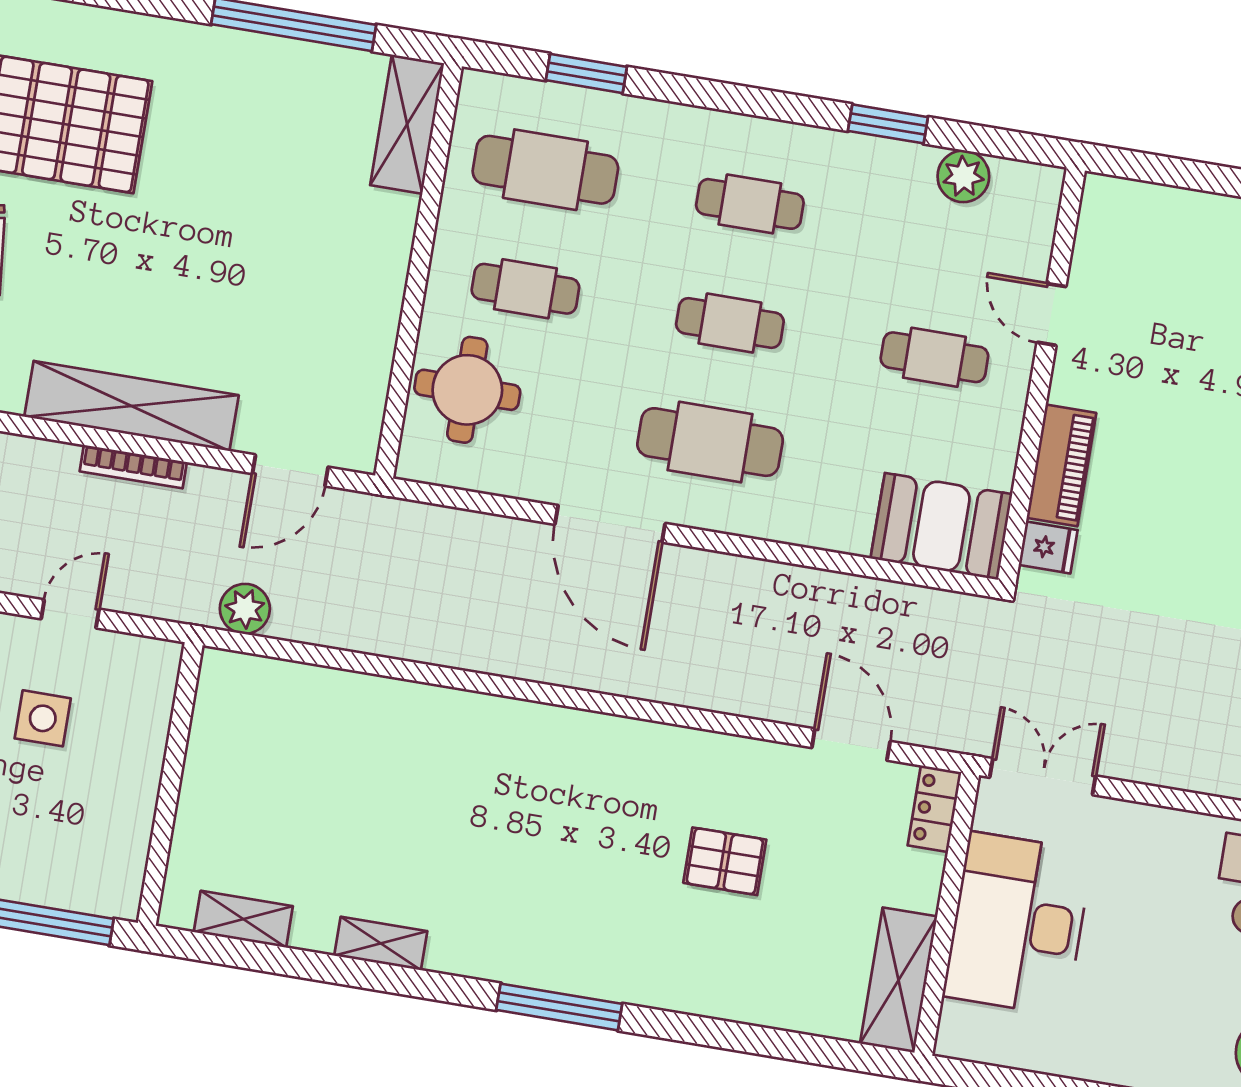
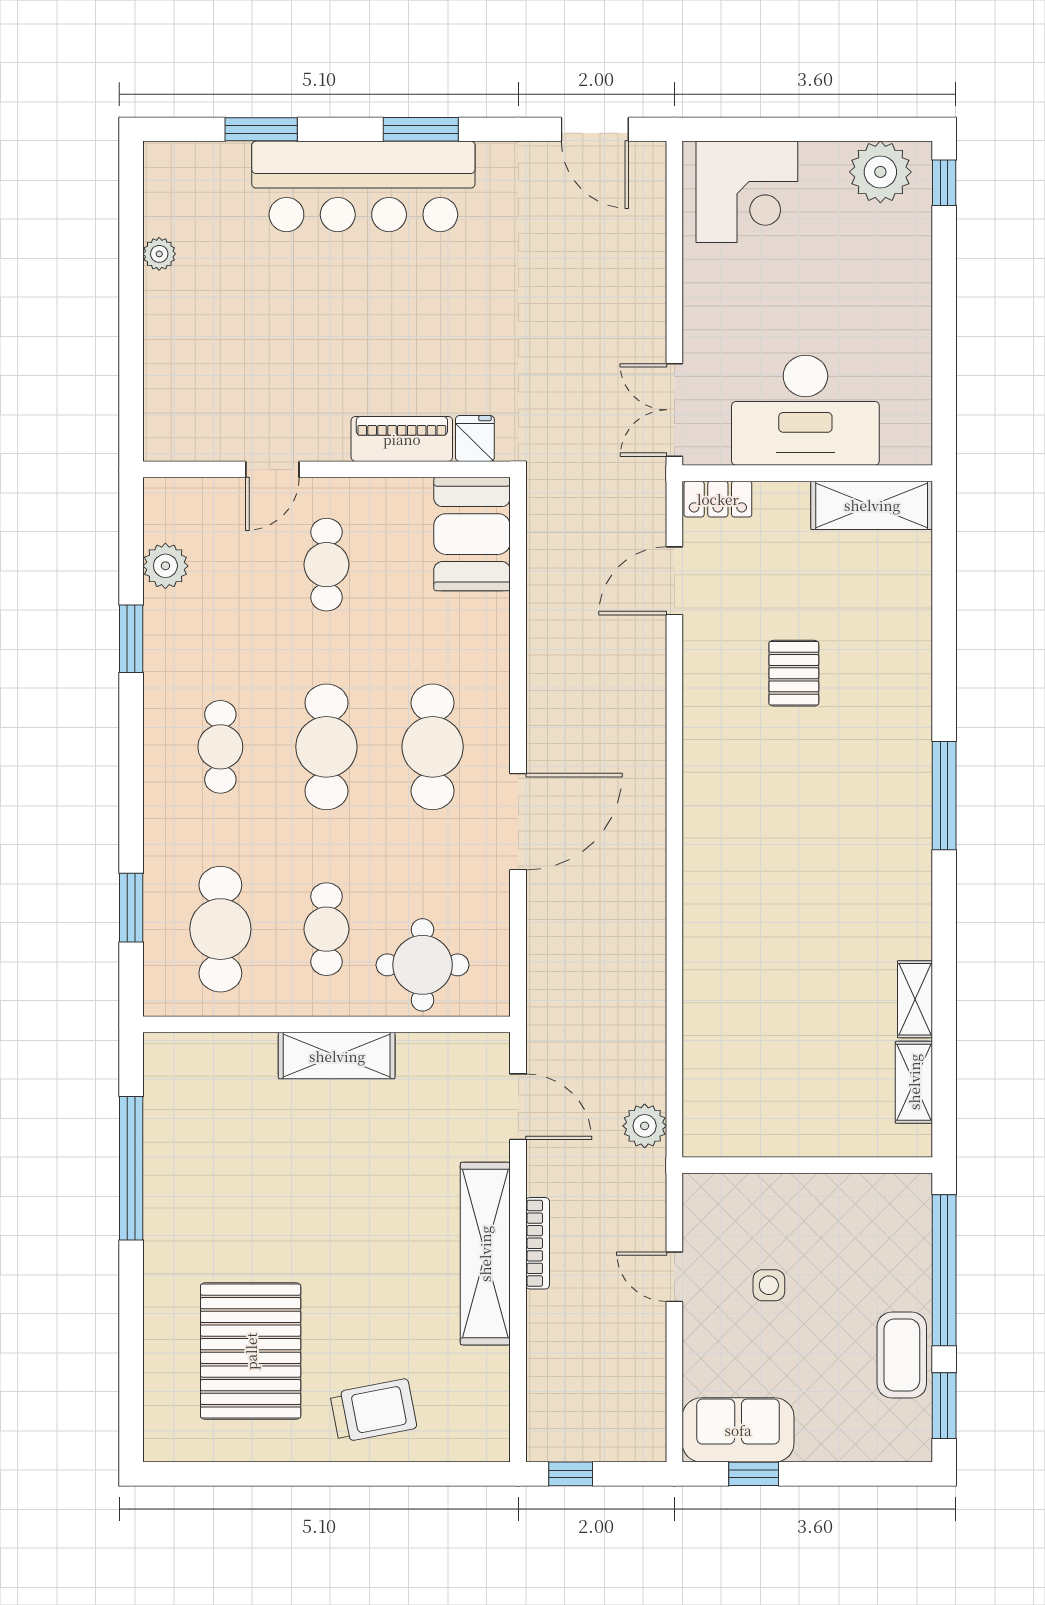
shelving: (407, 124) -> (337, 1056), moved
cafe table: (730, 323) -> (326, 747), width x1.37, depth x1.35
side table: (43, 718) -> (769, 1285), width x0.73, depth x0.73
shelving: (381, 943) -> (915, 999), moved

